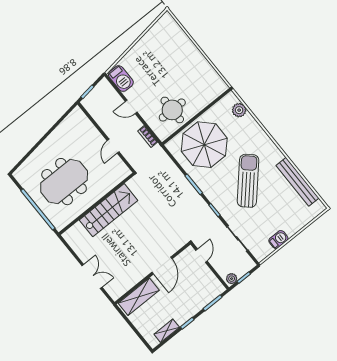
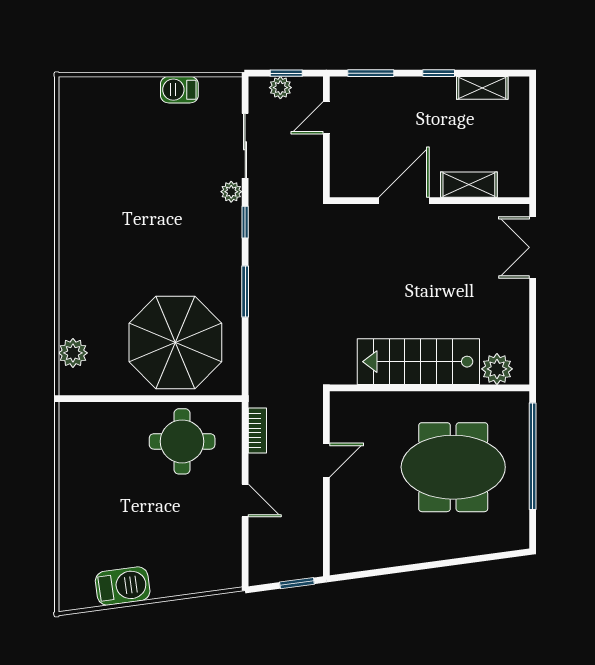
barbecue: (121, 79) -> (123, 586), moved, turned 82
sun lounger: (248, 181) -> (152, 226), removed
bench: (297, 182) -> (72, 159), removed
plant: (229, 217) -> (231, 192), added
plant: (77, 231) -> (497, 369), added
door: (201, 256) -> (326, 118), moved
double door: (92, 276) -> (533, 247), moved
plant: (232, 279) -> (280, 88), moved
shelving: (139, 297) -> (469, 185), width x0.67, depth x0.75

